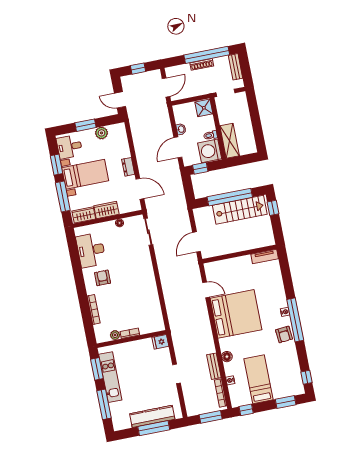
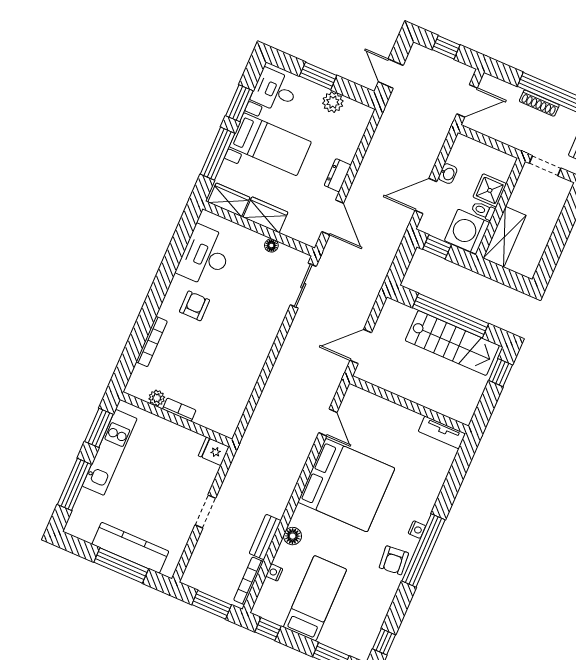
shower: (204, 108) -> (490, 190), moved

